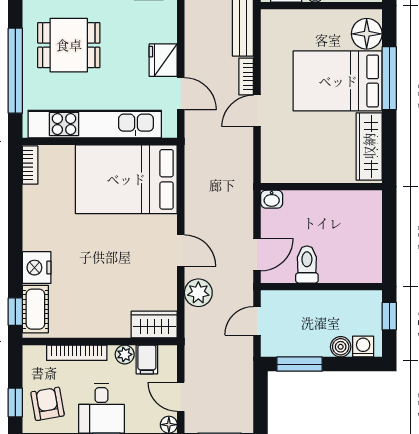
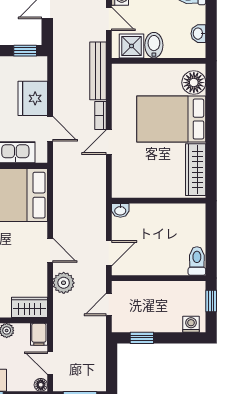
fridge: (163, 60) -> (33, 98), width x1.36, depth x1.34
window: (389, 78) -> (211, 117), removed
toilet: (307, 264) -> (197, 261), moved
boiler: (341, 347) -> (174, 325), removed
filing cabinet: (147, 359) -> (39, 334), moved
window: (300, 364) -> (142, 338), width x0.67

